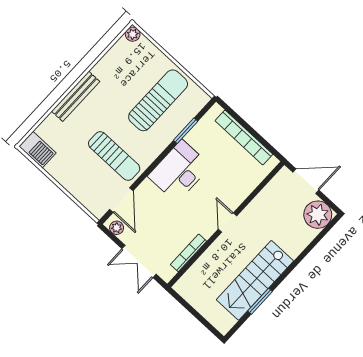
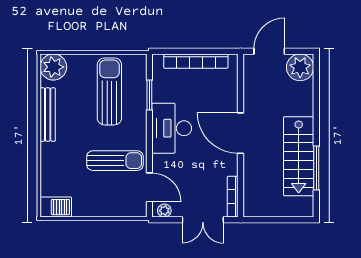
plant: (133, 34) -> (53, 67), width x1.88, depth x1.88
bench: (76, 96) -> (48, 115), moved
door: (227, 223) -> (241, 133), width x1.87
bookcase: (188, 253) -> (233, 197), moved
window: (260, 301) -> (316, 168), width x1.44

